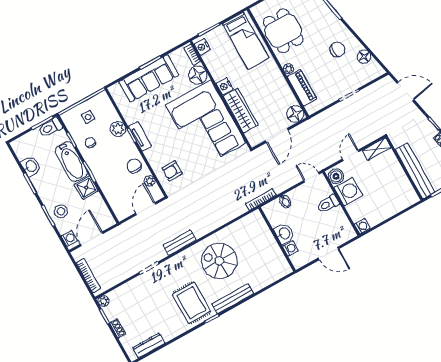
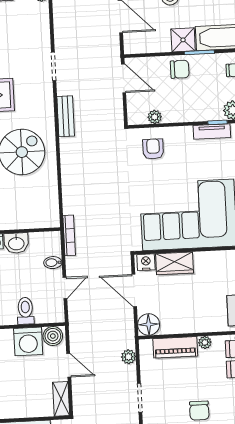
nightstand: (225, 86) -> (146, 262), moved
wardrobe: (241, 111) -> (175, 263), width x0.67
plant: (325, 117) -> (129, 357), added
chair: (134, 166) -> (180, 69), moved
door: (311, 177) -> (65, 288), moved
door: (146, 209) -> (124, 78), moved

